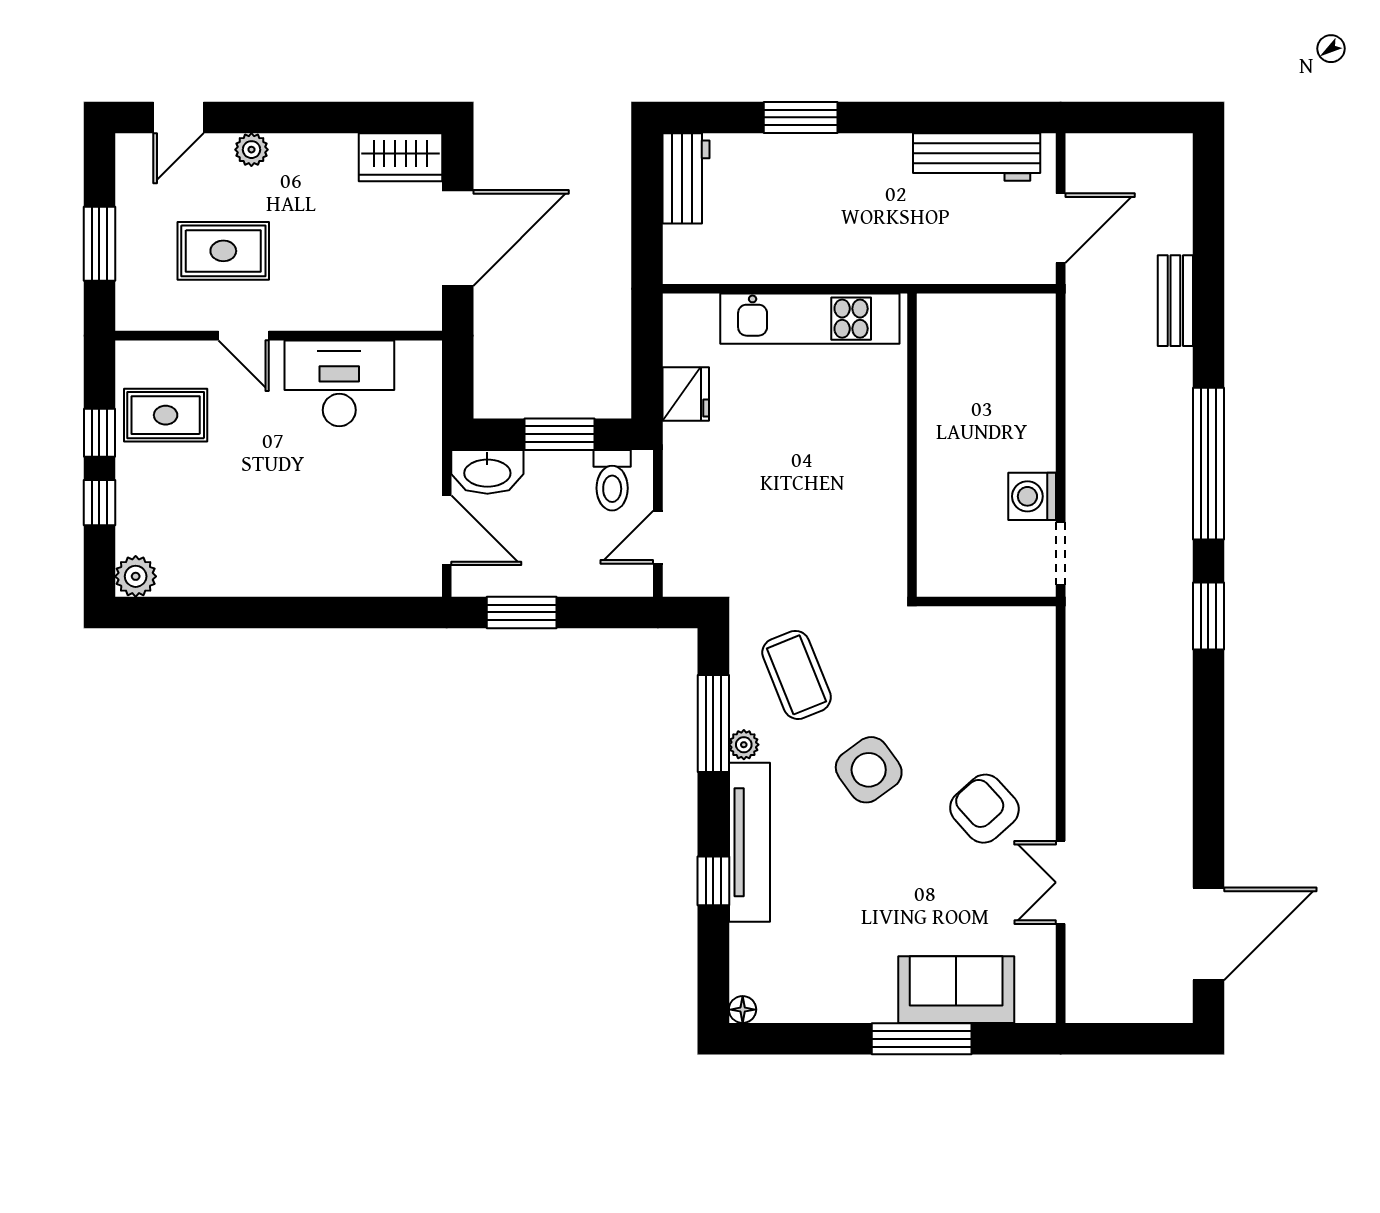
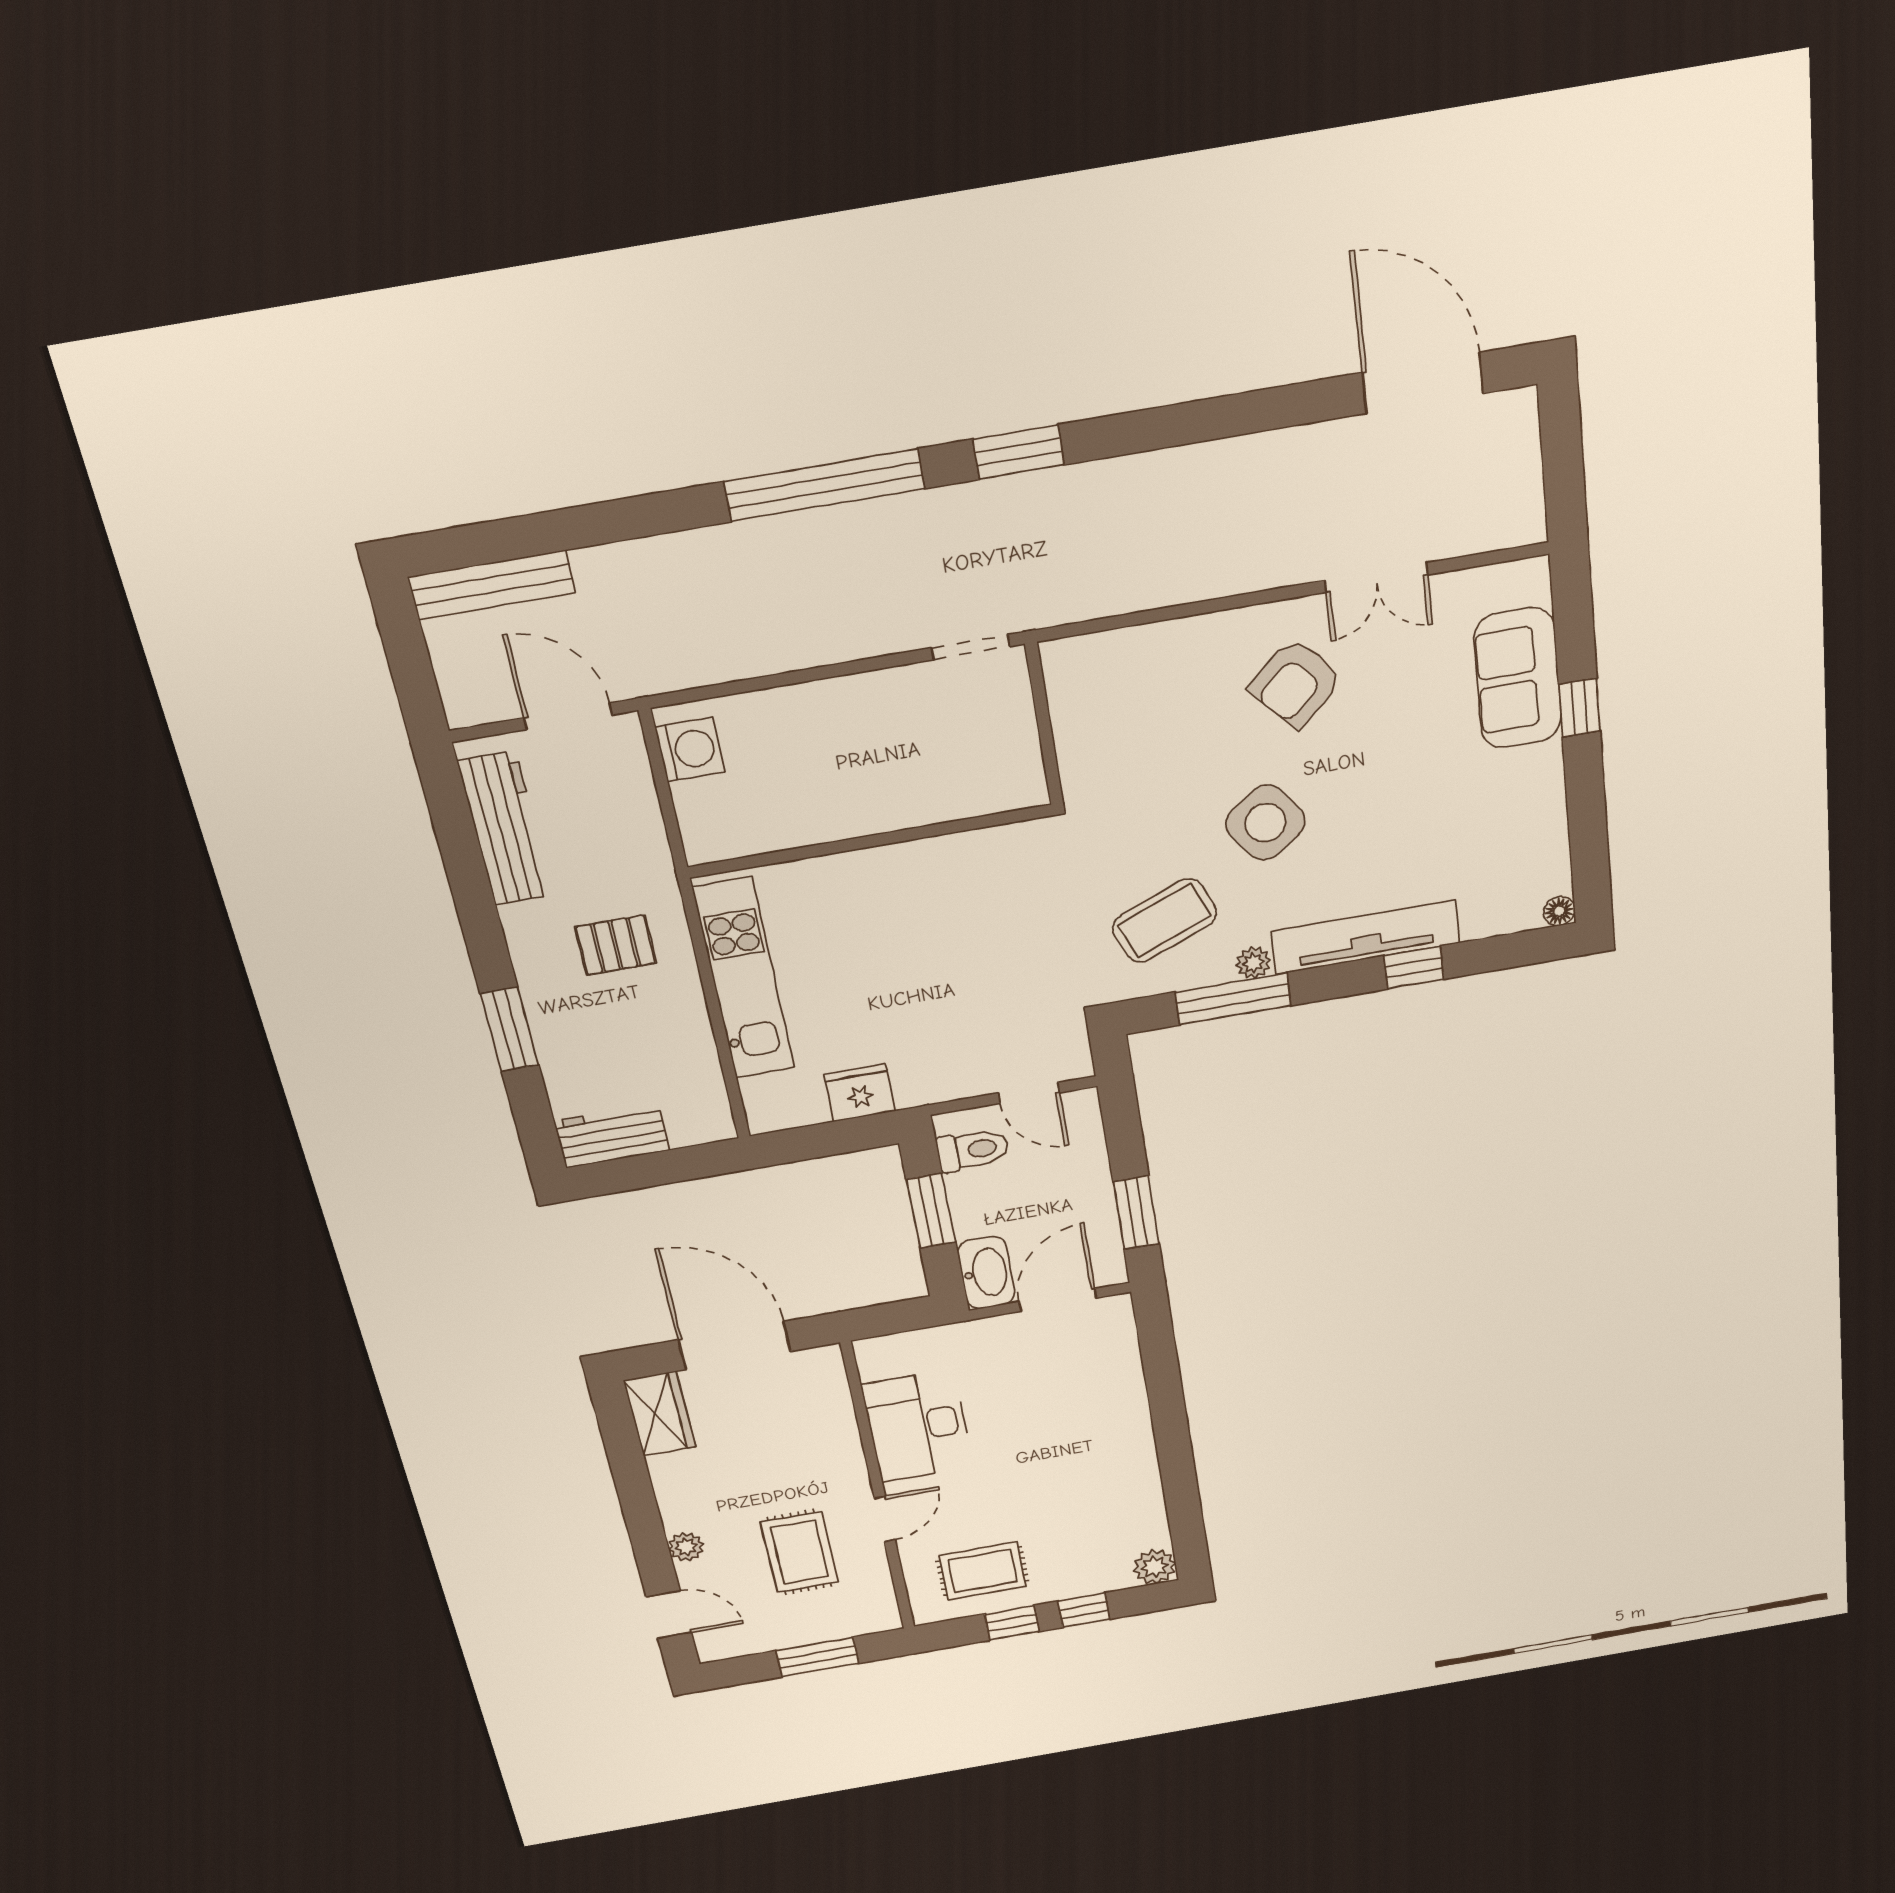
pallet: (859, 221) -> (616, 945), added
bench: (1175, 301) -> (492, 585), moved, width x1.36
rug: (166, 415) -> (983, 1571), turned 90
washing machine: (1032, 496) -> (690, 749), moved, turned -90
window: (922, 1039) -> (1580, 708), width x0.46

